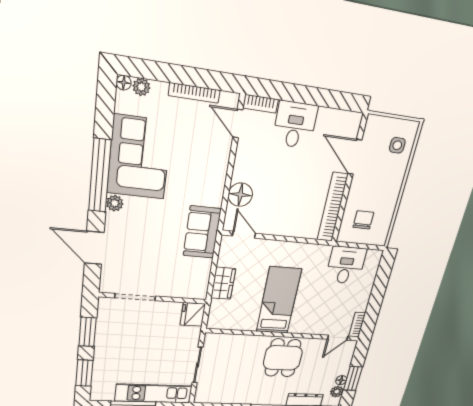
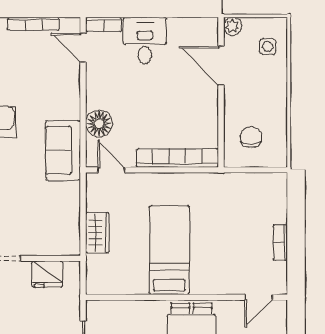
plant: (373, 123) -> (232, 26), added
bookcase: (332, 207) -> (177, 158), moved, turned 90
sofa: (202, 232) -> (63, 150), moved
desk: (346, 265) -> (244, 196), removed
fridge: (193, 314) -> (47, 274), moved, turned -90
bookcase: (357, 325) -> (280, 243), moved

